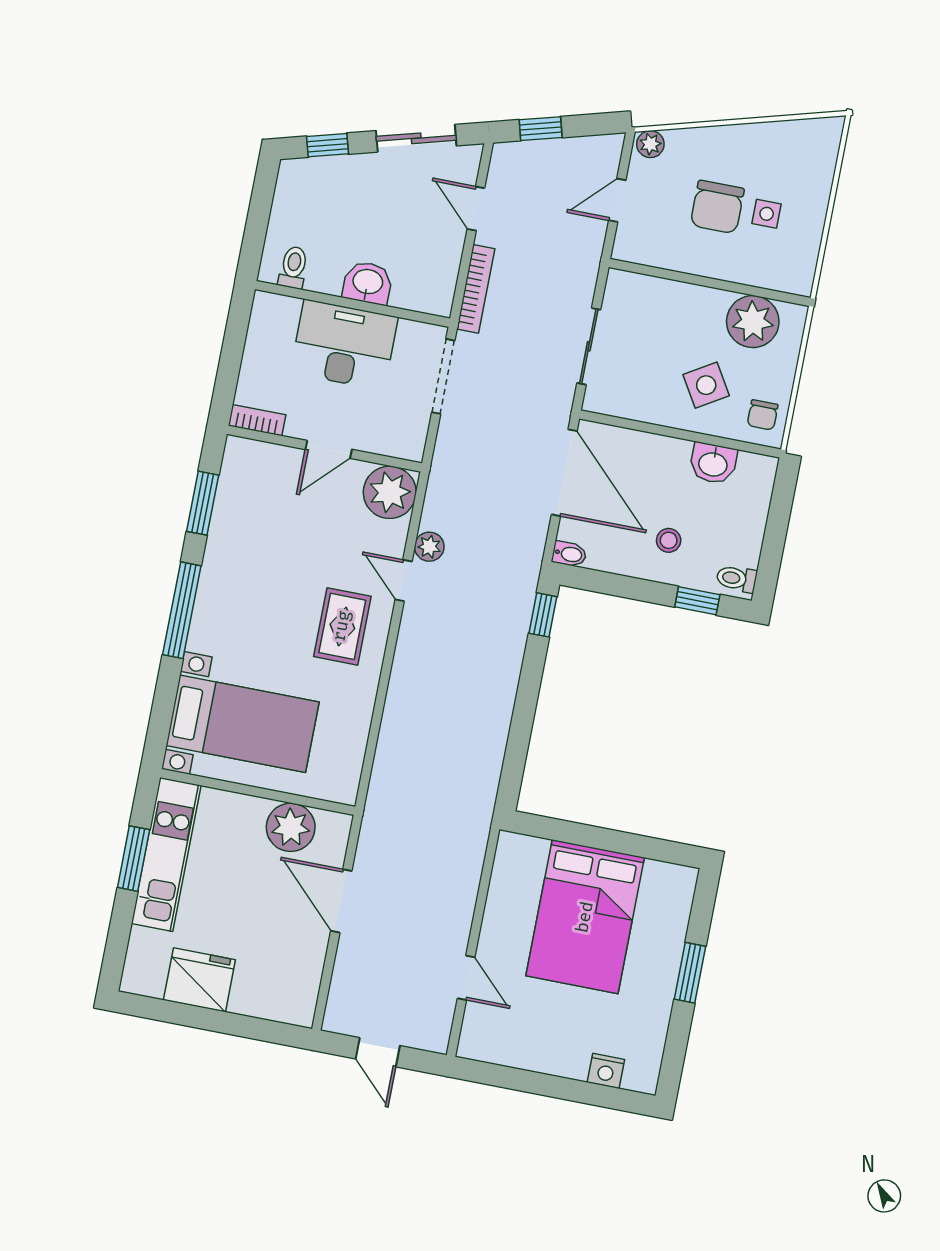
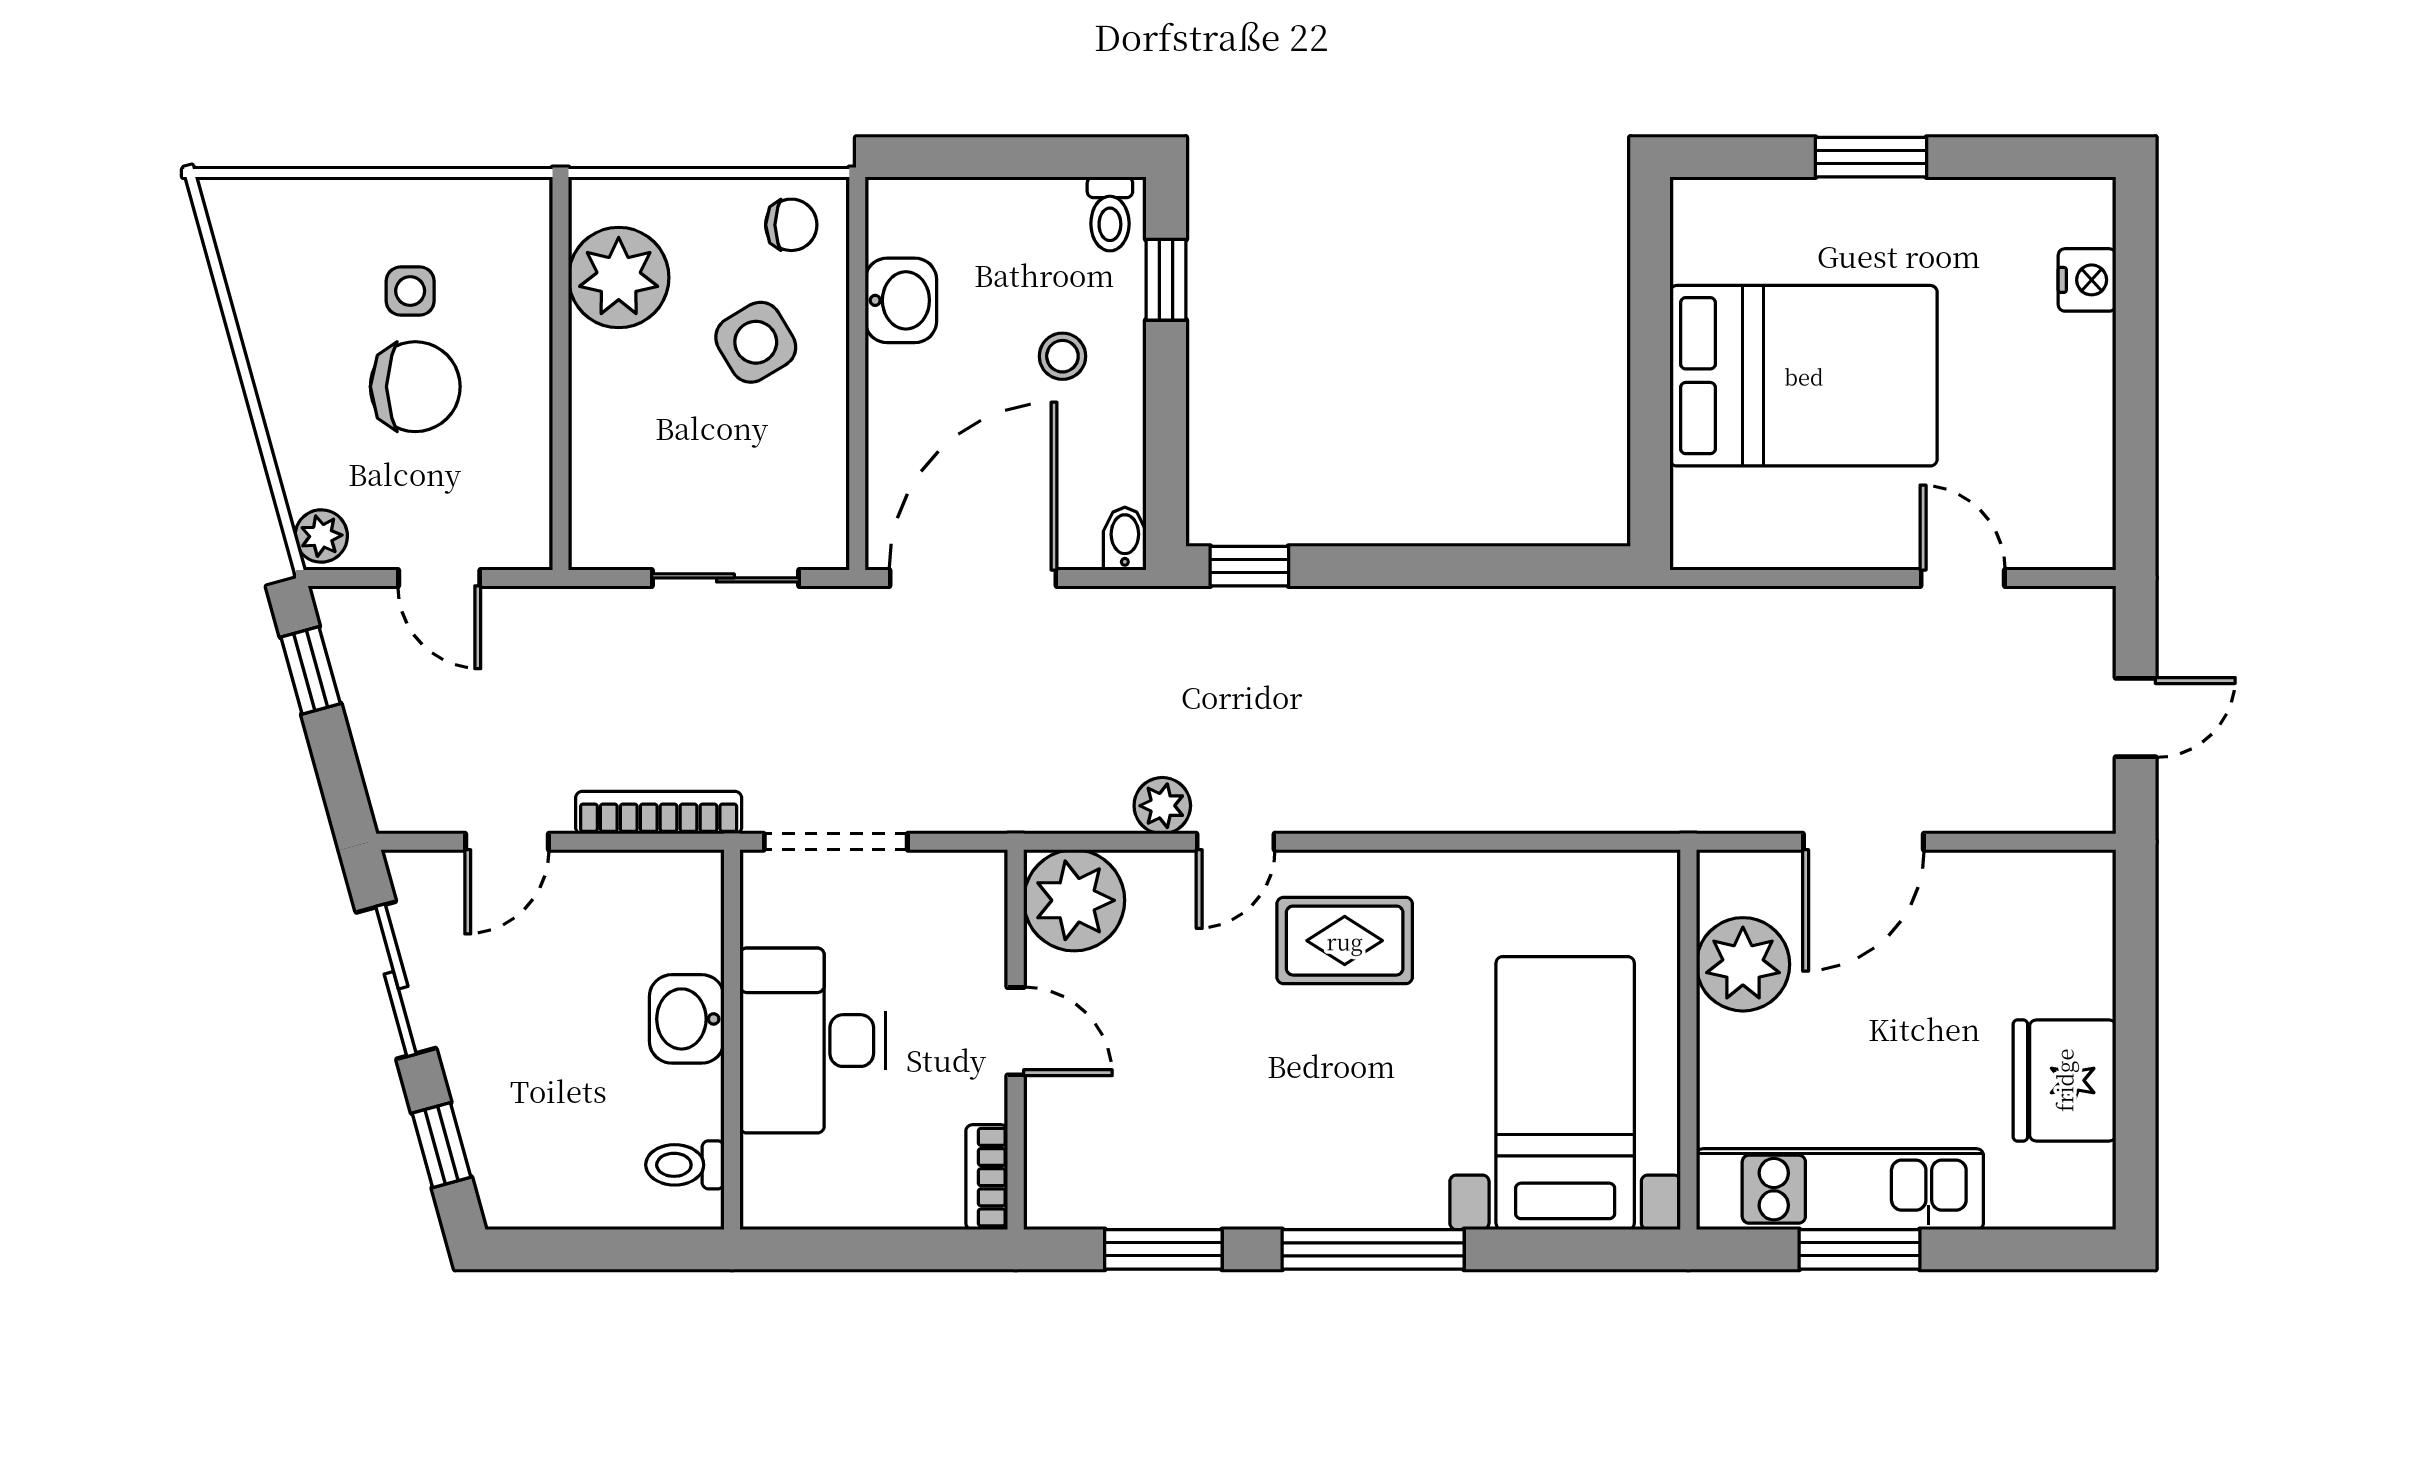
window: (541, 129) -> (311, 670), moved
door: (466, 978) -> (1963, 578), hinge flipped

